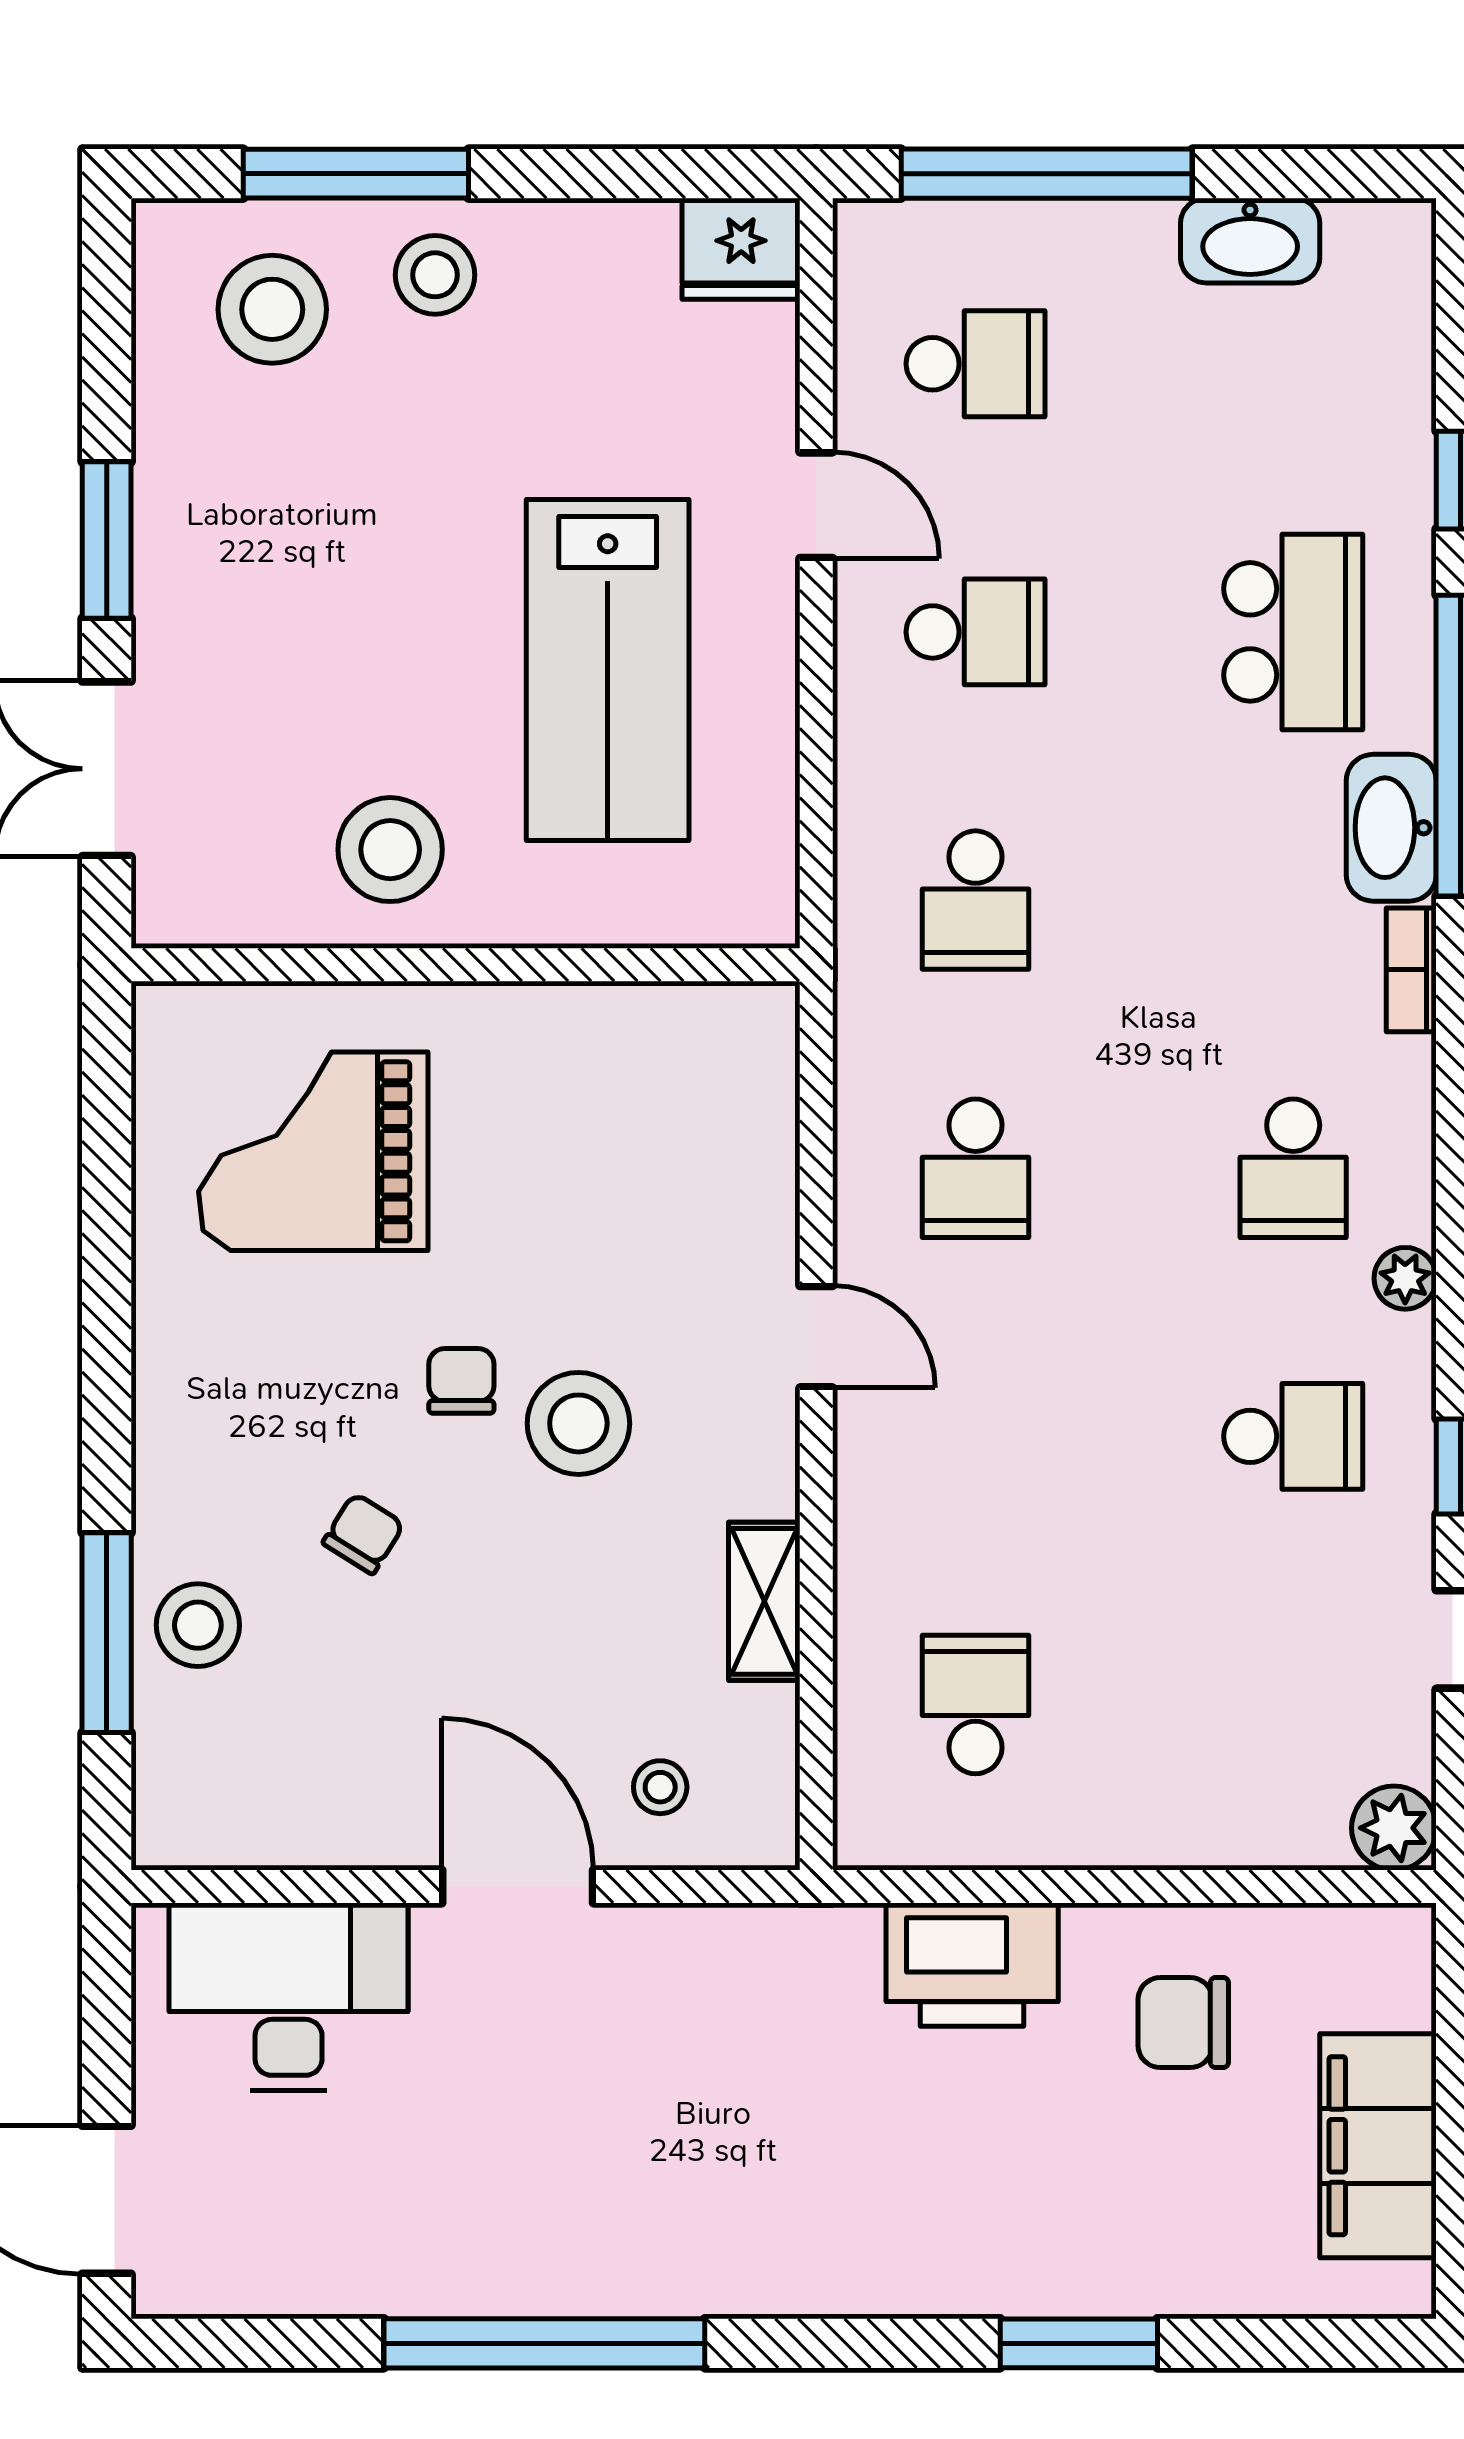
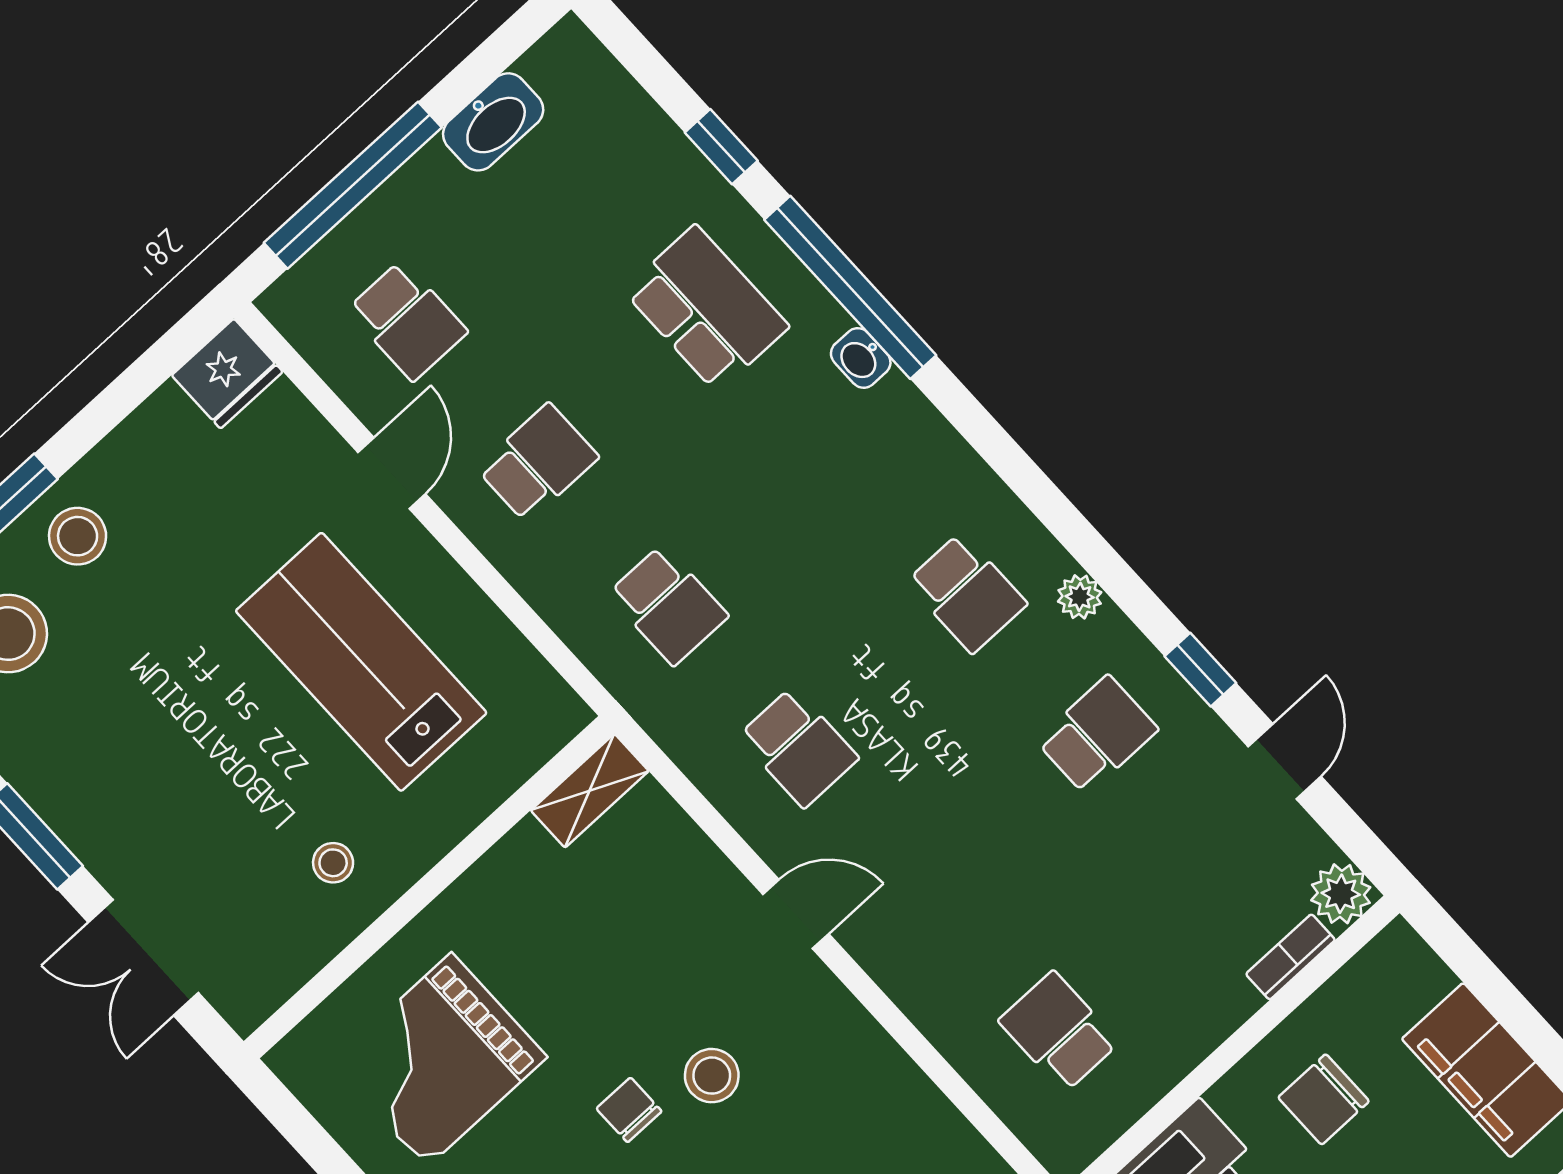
school desk: (976, 364) -> (407, 321), turned 90
door: (816, 505) -> (392, 473), hinge flipped
lab bench: (608, 670) -> (361, 662), turned 180
washbasin: (1391, 828) -> (861, 358), width x0.52, depth x0.69
stool: (390, 850) -> (333, 863), width x0.53, depth x0.53
bookcase: (1411, 970) -> (1290, 957), moved, turned 90
stool: (578, 1423) -> (712, 1076), width x0.73, depth x0.73
shelving: (764, 1601) -> (590, 791), moved, turned 90

